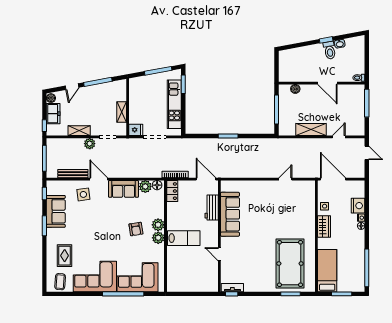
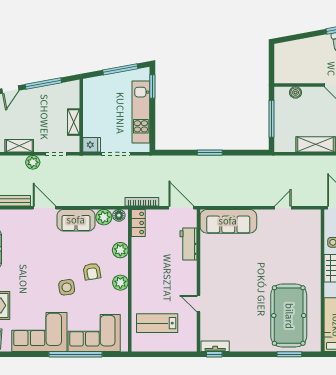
side table: (83, 194) -> (67, 287), moved
sofa: (230, 214) -> (228, 221), moved, turned 90
plant: (158, 225) -> (120, 250), moved
lab bench: (184, 238) -> (157, 323), moved, turned 180

